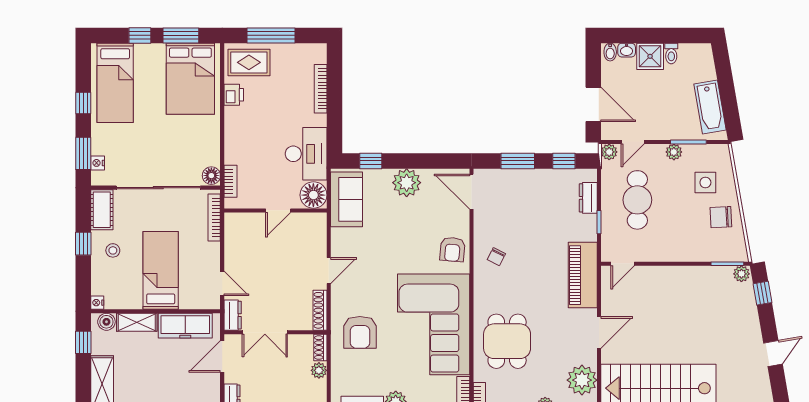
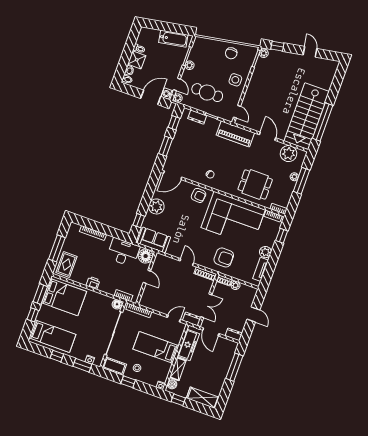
printer: (234, 95) -> (93, 283), moved
washing machine: (610, 131) -> (167, 94), added
side table: (705, 182) -> (235, 80), moved

